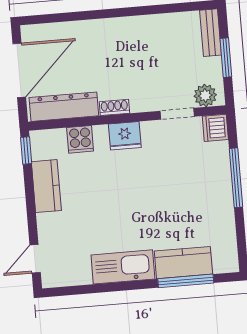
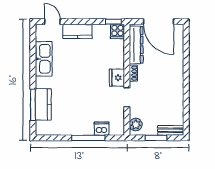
doorway: (177, 114) -> (127, 97), moved
dishwasher: (215, 128) -> (102, 129), moved
cooker: (80, 139) -> (117, 31), moved, turned -90
kitchen counter: (46, 186) -> (77, 31), moved
kitchen sink: (123, 267) -> (44, 59), moved

